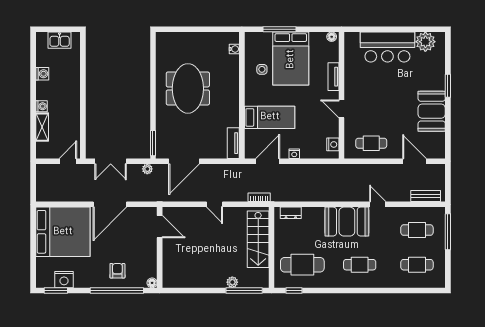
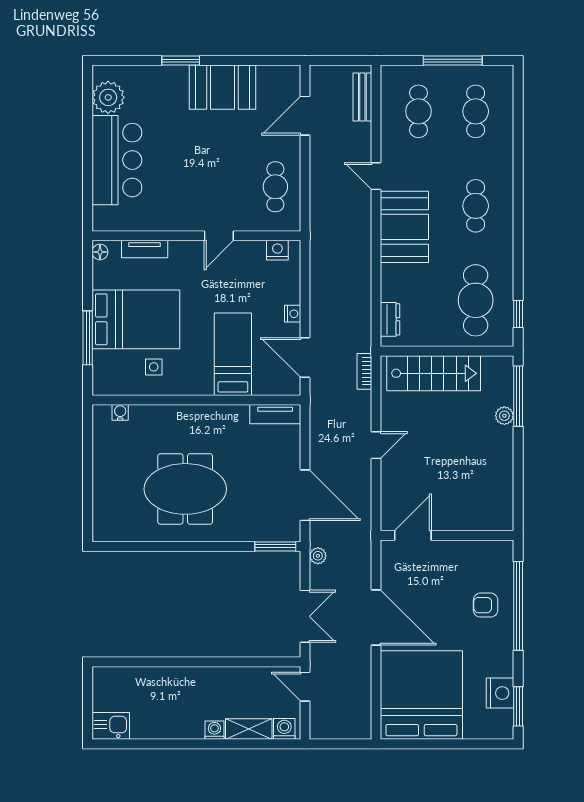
kitchen sink: (60, 40) -> (111, 726), moved, turned -90
washing machine: (42, 74) -> (284, 729), moved
tv unit: (333, 77) -> (145, 249), moved
door: (378, 204) -> (376, 176), hinge flipped
window: (448, 232) -> (453, 60), moved
floor lamp: (152, 283) -> (506, 548), removed

